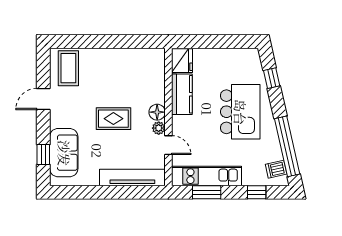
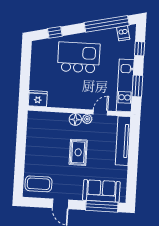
kitchen counter: (182, 94) -> (63, 100), removed
window: (43, 154) -> (102, 206), width x2.17

